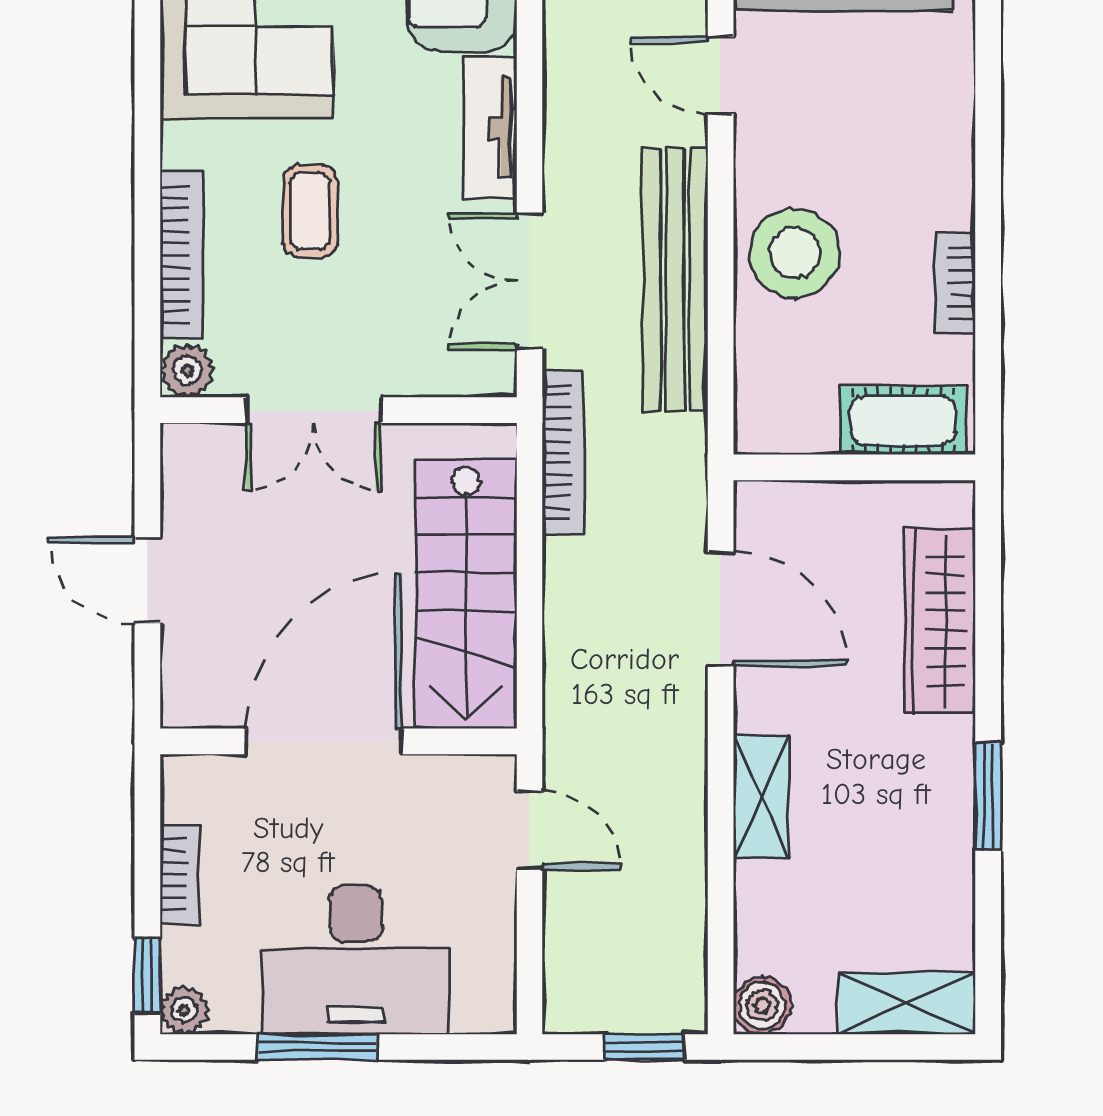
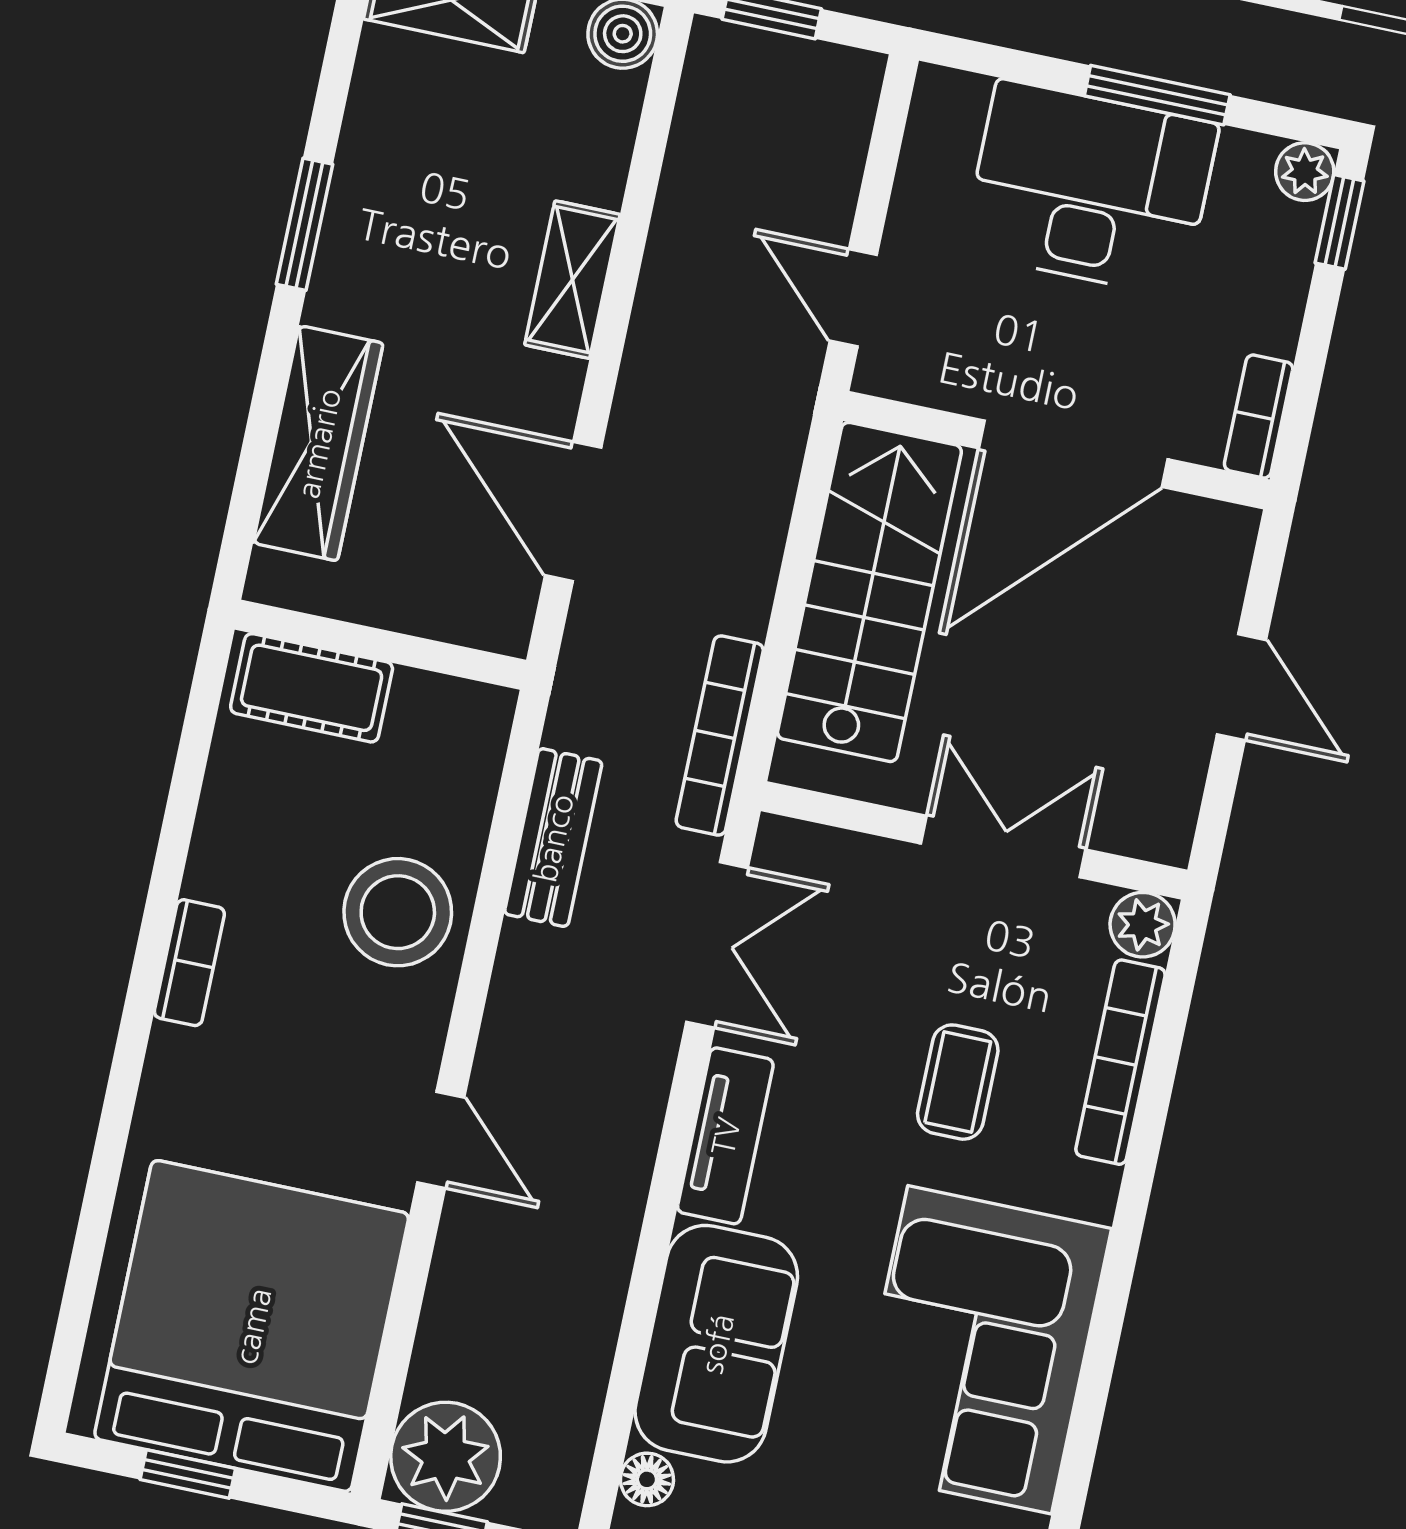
bench: (675, 279) -> (553, 838), width x0.54, depth x0.82
bookcase: (955, 283) -> (189, 963), moved
bookcase: (180, 874) -> (1259, 416), moved

